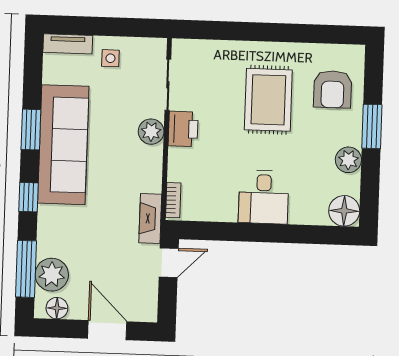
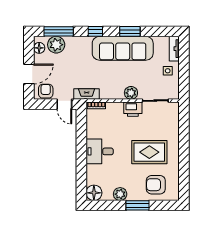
armchair: (142, 298) -> (46, 91), added

